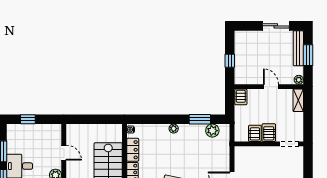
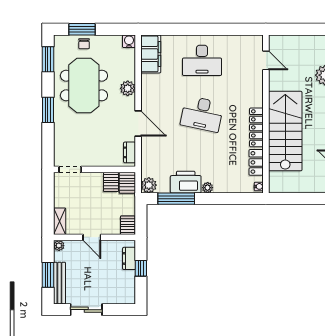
dresser: (240, 69) -> (129, 258), added
window: (200, 119) -> (176, 199), width x1.44
plant: (212, 131) -> (149, 185), moved
printer: (192, 133) -> (186, 182), added
server rack: (269, 133) -> (127, 183), moved
dresser: (239, 158) -> (130, 152), added

